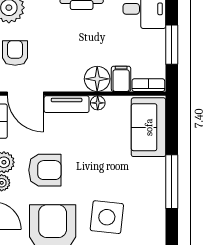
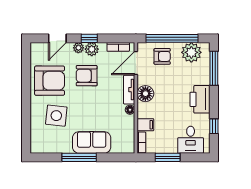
floor lamp: (97, 79) -> (145, 94), moved
sofa: (149, 127) -> (92, 142), moved
armchair: (45, 170) -> (87, 76), turned 90

